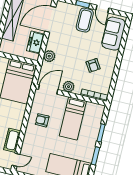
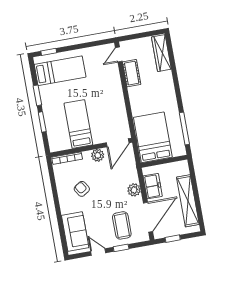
coffee table: (85, 20) -> (122, 225), moved
plant: (49, 56) -> (134, 190), moved
armchair: (42, 120) -> (110, 108), removed

